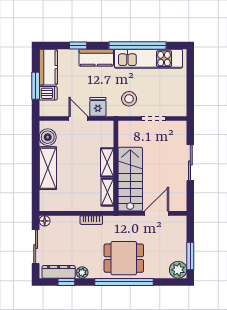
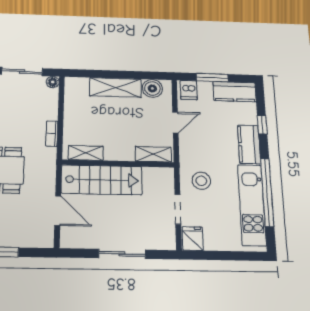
dishwasher: (48, 93) -> (189, 90), moved
fridge: (98, 107) -> (193, 239), moved, turned -90
shelving: (107, 162) -> (153, 154), moved

